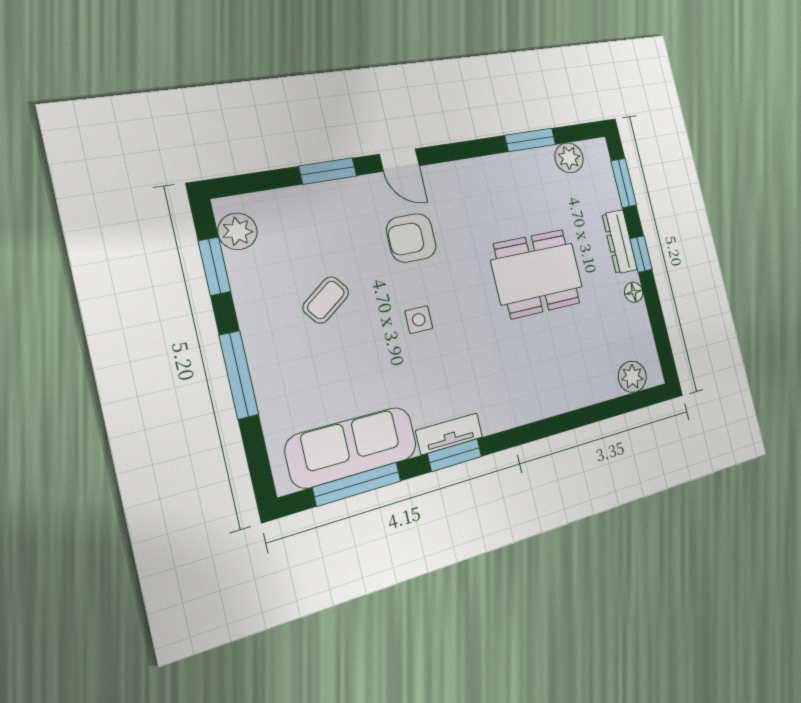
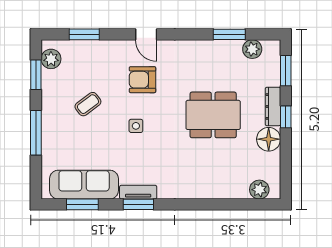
window: (328, 171) -> (84, 34), moved
floor lamp: (634, 292) -> (269, 139), width x1.89, depth x1.89
window: (357, 484) -> (82, 204), width x0.69

